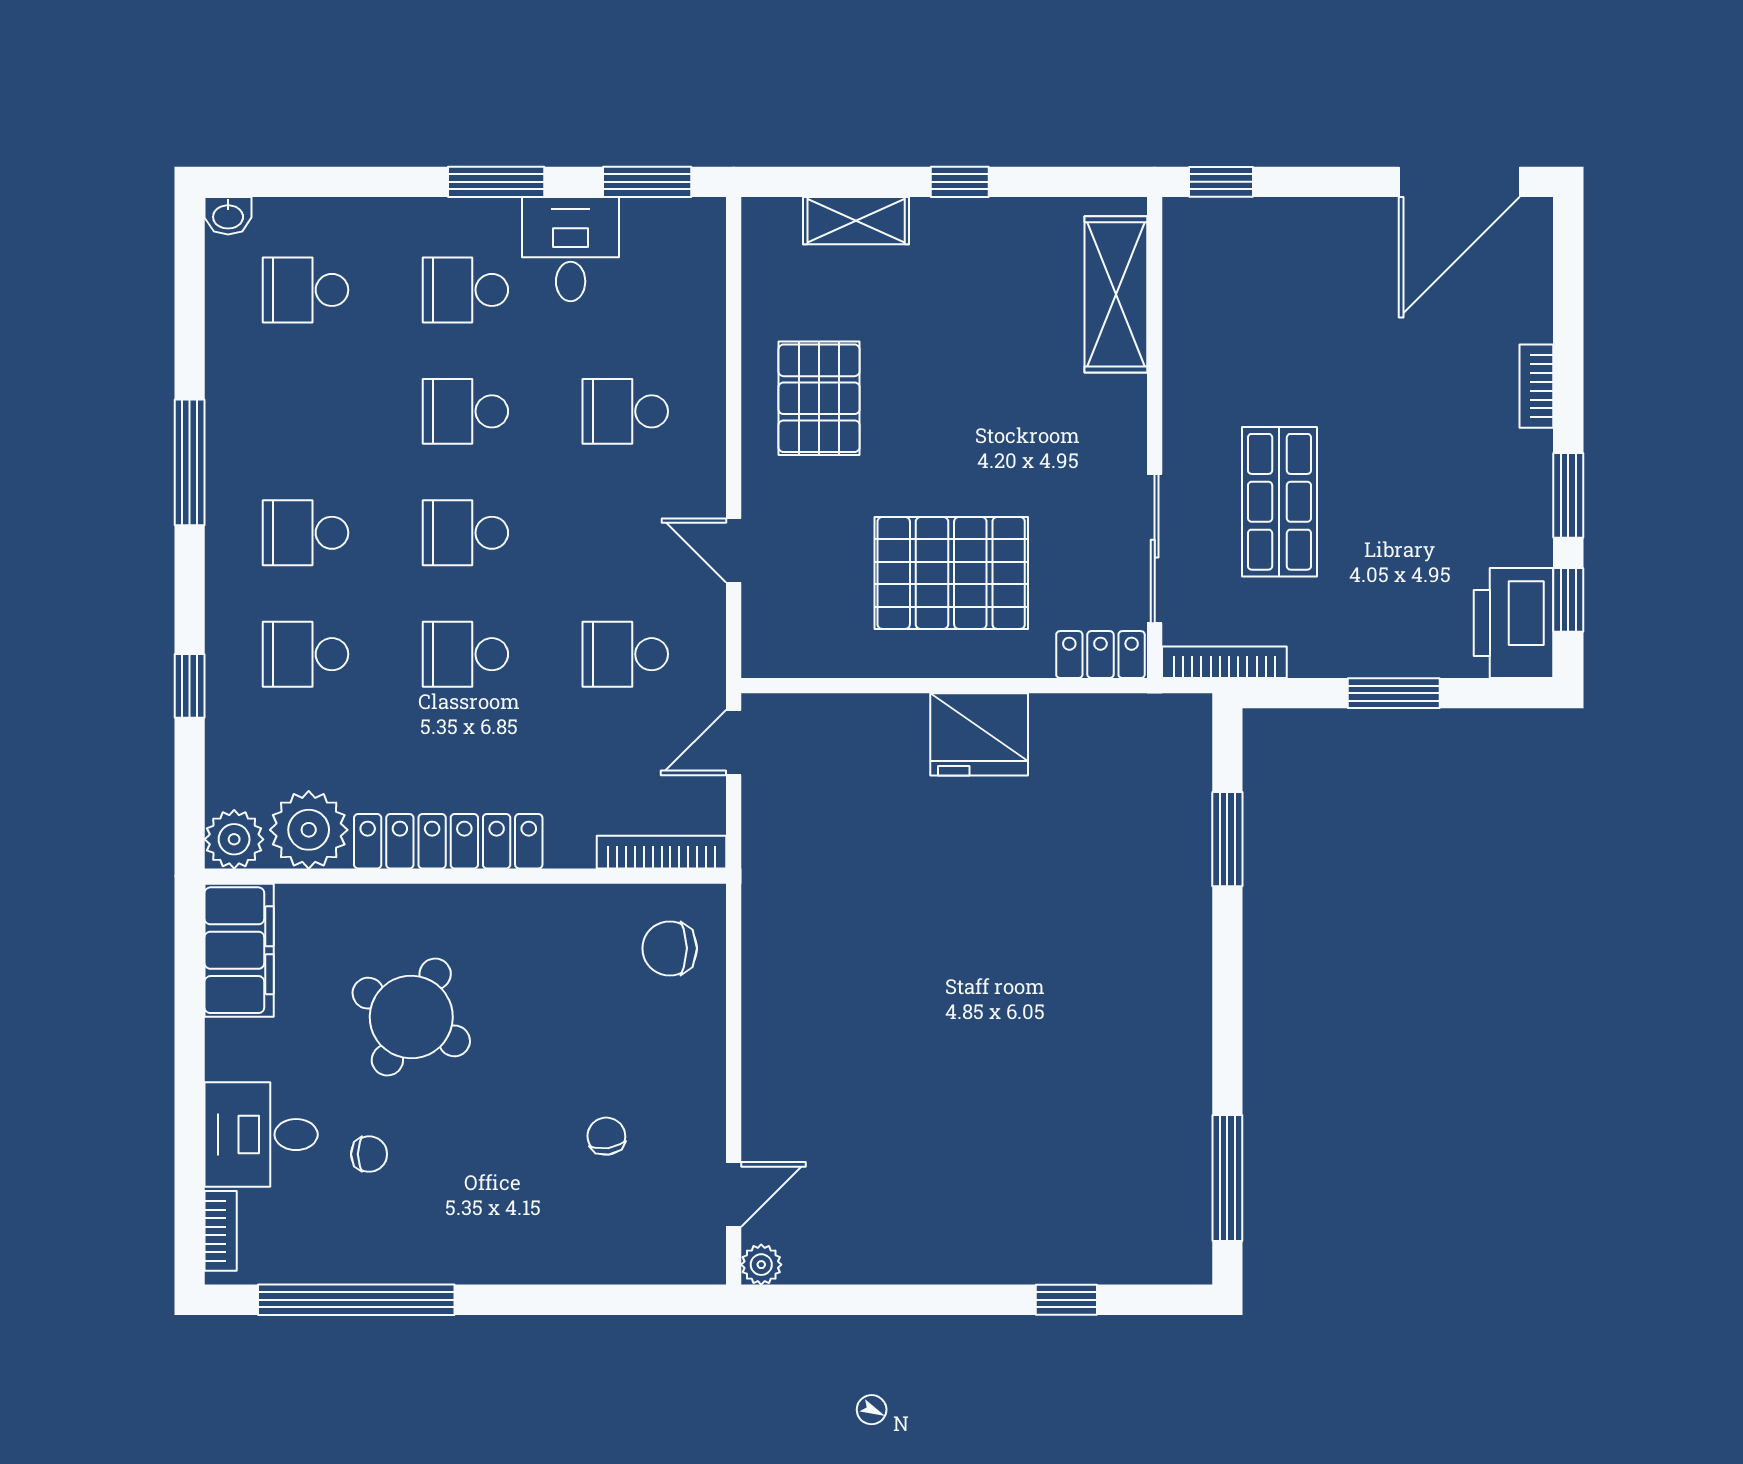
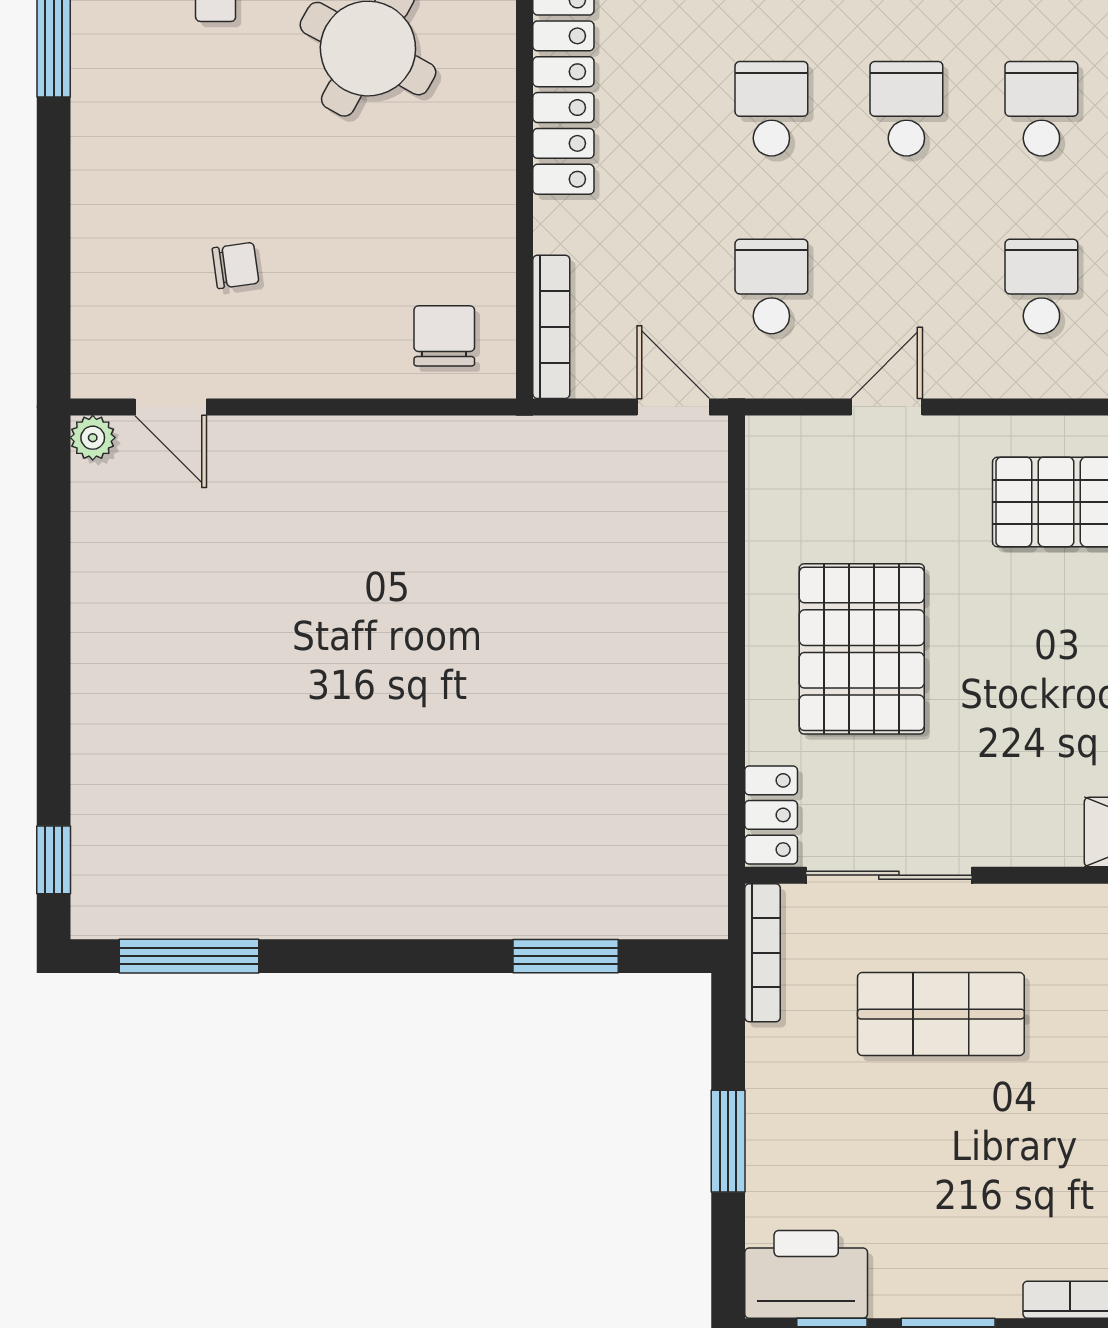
fridge: (979, 734) -> (682, 680), removed
window: (1066, 1300) -> (54, 860), moved

